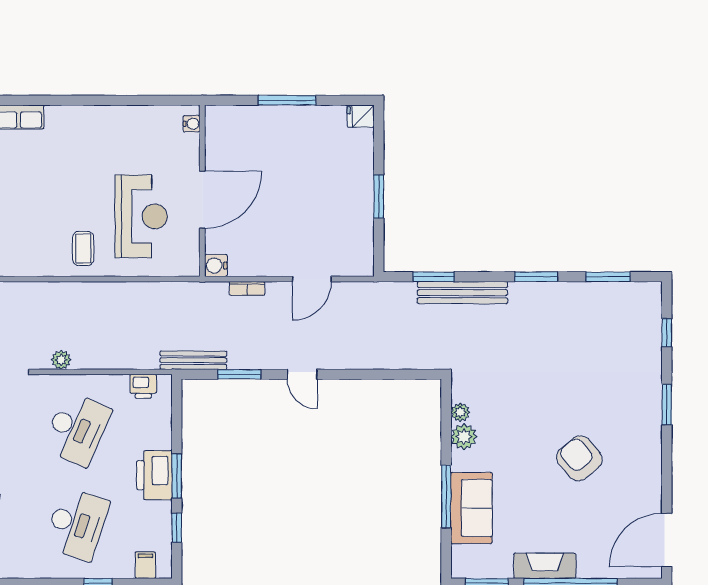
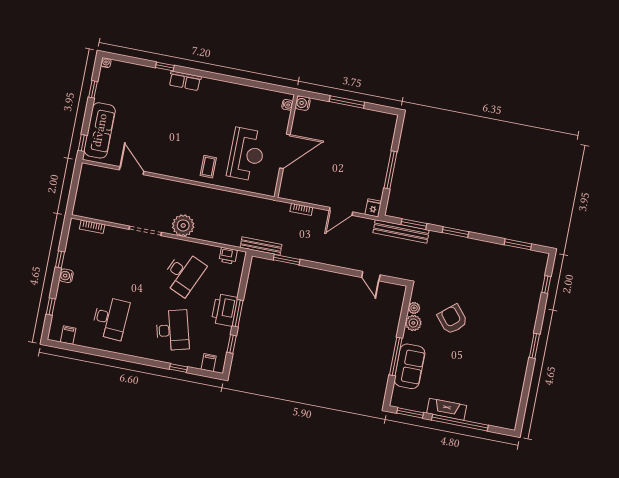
fridge: (361, 116) -> (373, 208), moved, turned 90
window: (379, 196) -> (390, 170), width x1.44
water cooler: (216, 265) -> (303, 103), moved
window: (536, 277) -> (455, 232), moved
bench: (462, 293) -> (401, 231), moved
plant: (61, 360) -> (183, 225), width x1.88, depth x1.88
door: (302, 374) -> (371, 276), moved
window: (667, 405) -> (534, 346), moved
armchair: (579, 458) -> (452, 319), moved
desk: (77, 524) -> (172, 330), turned -33
door: (667, 540) -> (522, 408), removed

